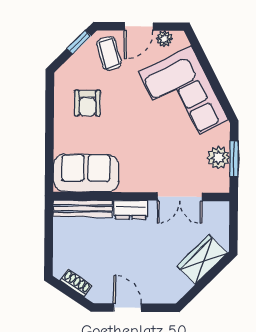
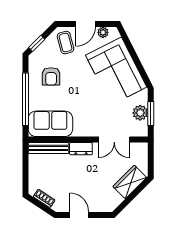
window: (79, 42) -> (37, 43), moved
window: (49, 137) -> (25, 99), added

